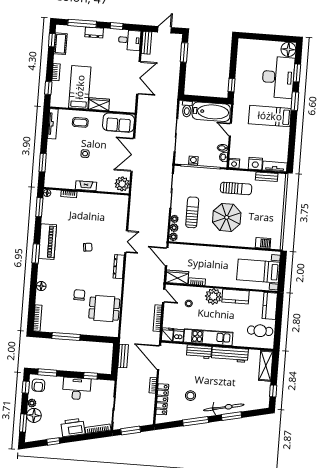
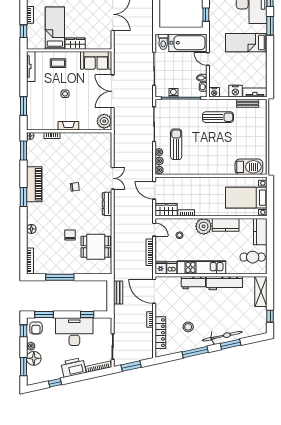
parasol: (227, 217) -> (211, 147), removed
barbecue: (263, 243) -> (249, 167), width x1.88, depth x1.53
desk: (77, 389) -> (74, 332), width x1.36, depth x1.30

